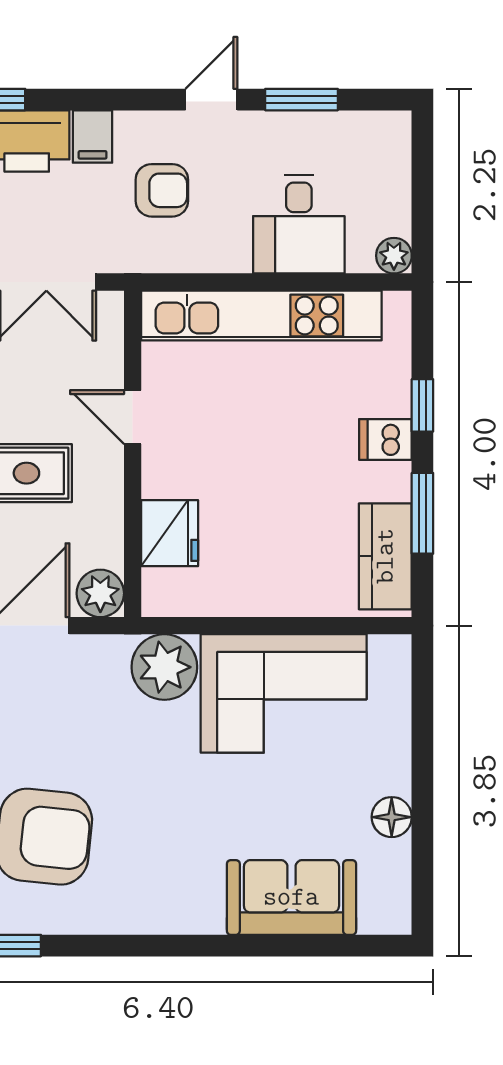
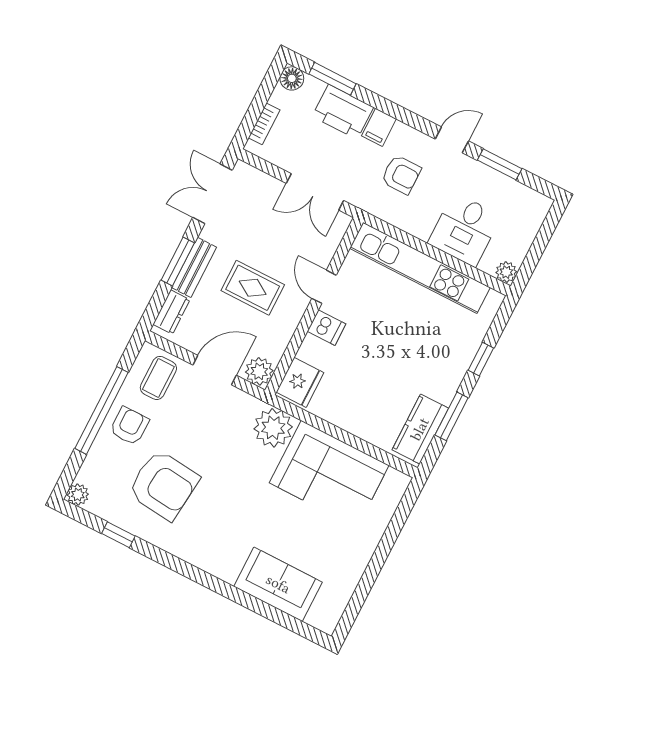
dishwasher: (385, 439) -> (327, 328), moved, turned 180
fridge: (170, 533) -> (300, 382), moved
floor lamp: (392, 817) -> (353, 569), removed

